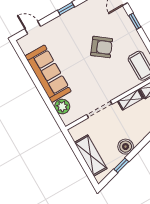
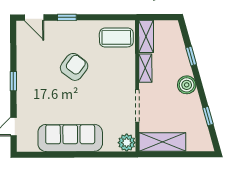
plant: (62, 107) -> (127, 143), moved
boiler: (126, 147) -> (187, 85), moved
shelving: (91, 155) -> (162, 142), moved

